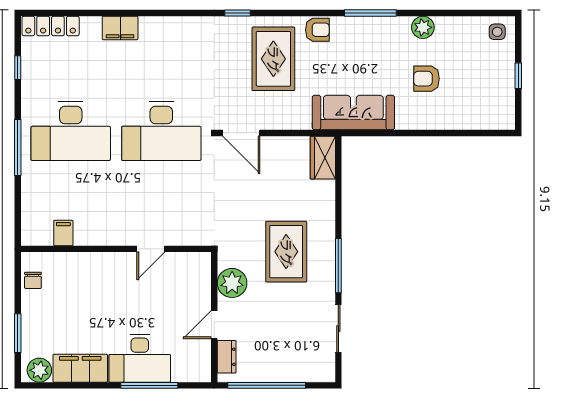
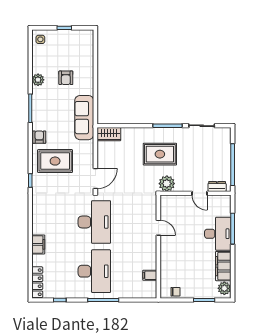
plant: (232, 283) -> (167, 184), moved

